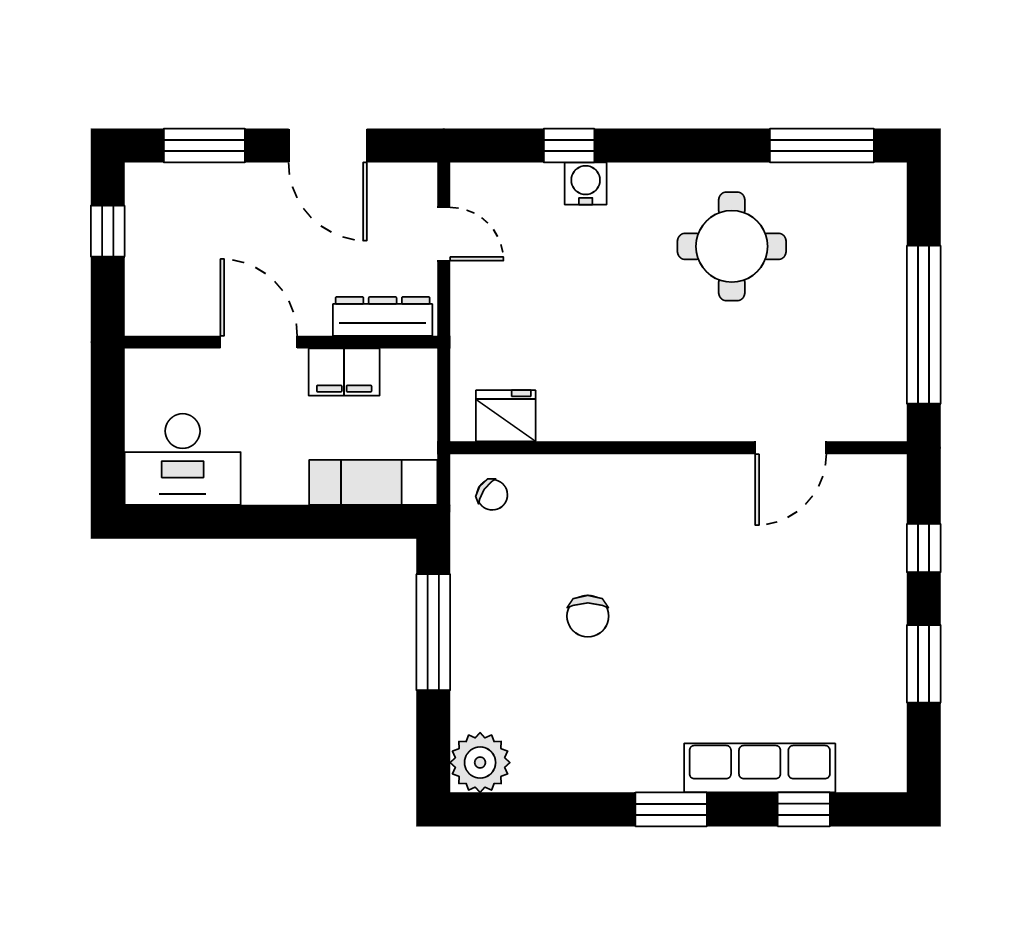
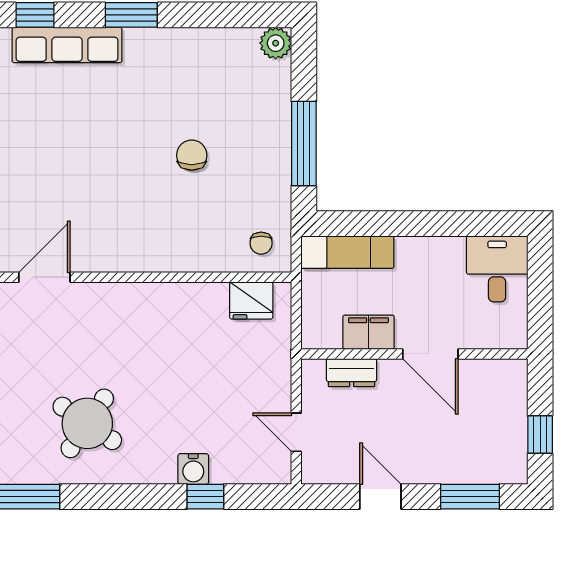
door: (328, 145) -> (380, 497), width x0.73
round table: (732, 246) -> (87, 423), turned 34
dresser: (383, 316) -> (352, 373), width x0.70
desk: (183, 459) -> (497, 269), width x0.73
chair: (492, 495) -> (261, 243), turned -124
plant: (480, 763) -> (276, 43), width x0.73, depth x0.73

